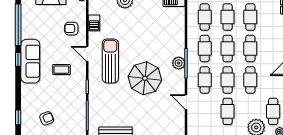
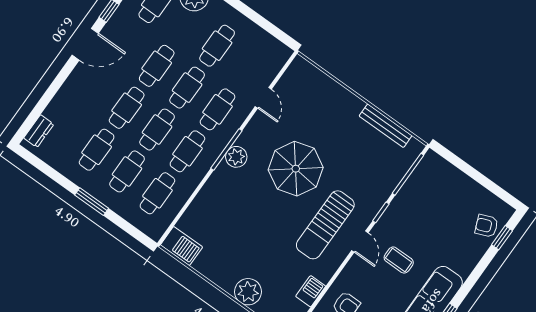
door: (87, 54) -> (360, 242), moved
armchair: (47, 118) -> (487, 226), moved

